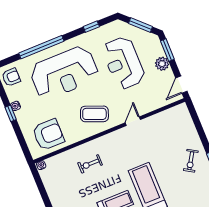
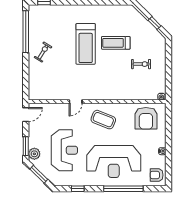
plant: (162, 64) -> (34, 154), moved
reception desk: (64, 73) -> (114, 161), turned 180
window: (11, 113) -> (169, 147), removed
armchair: (48, 135) -> (146, 118), turned -90
exercise bike: (90, 164) -> (141, 64), moved

